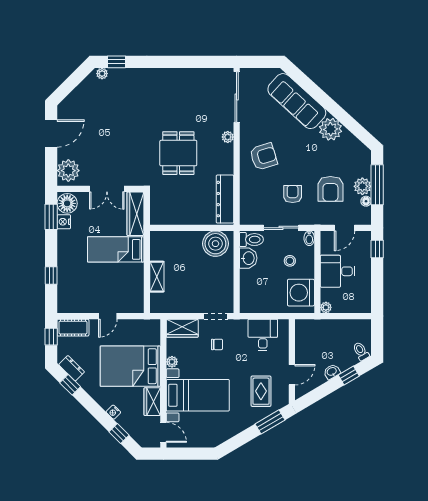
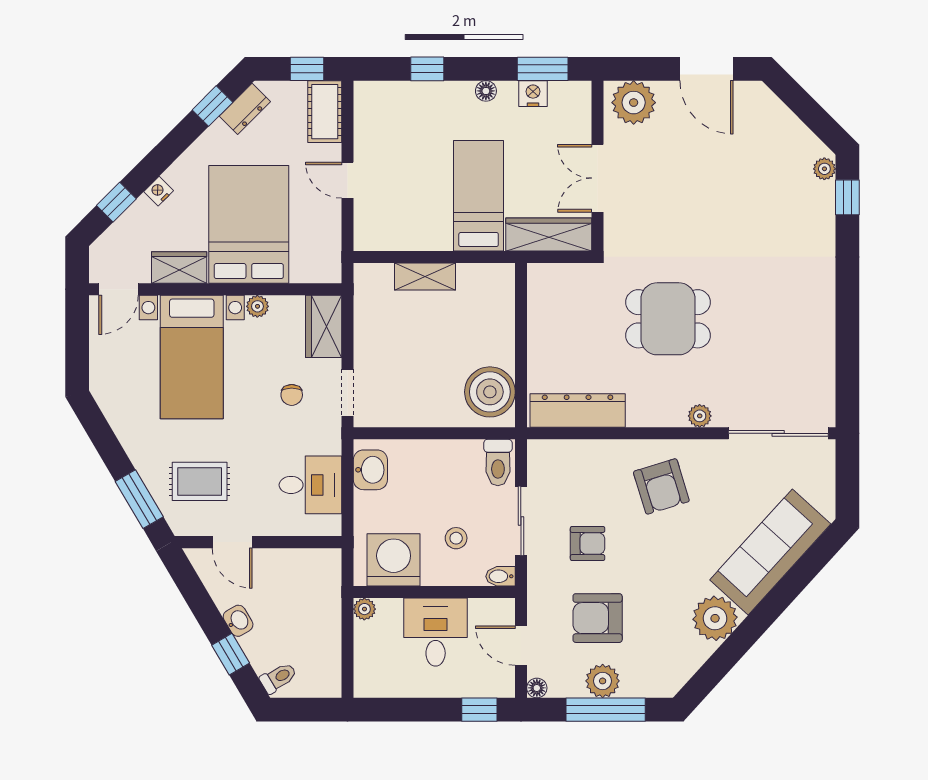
floor lamp: (366, 201) -> (537, 688), moved
floor lamp: (67, 203) -> (486, 91), moved, width x0.53, depth x0.53
washbasin: (248, 258) -> (370, 470), moved, turned -90

